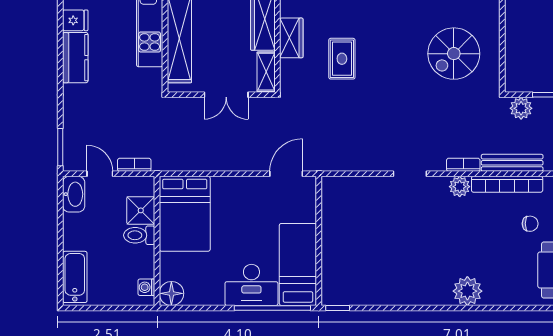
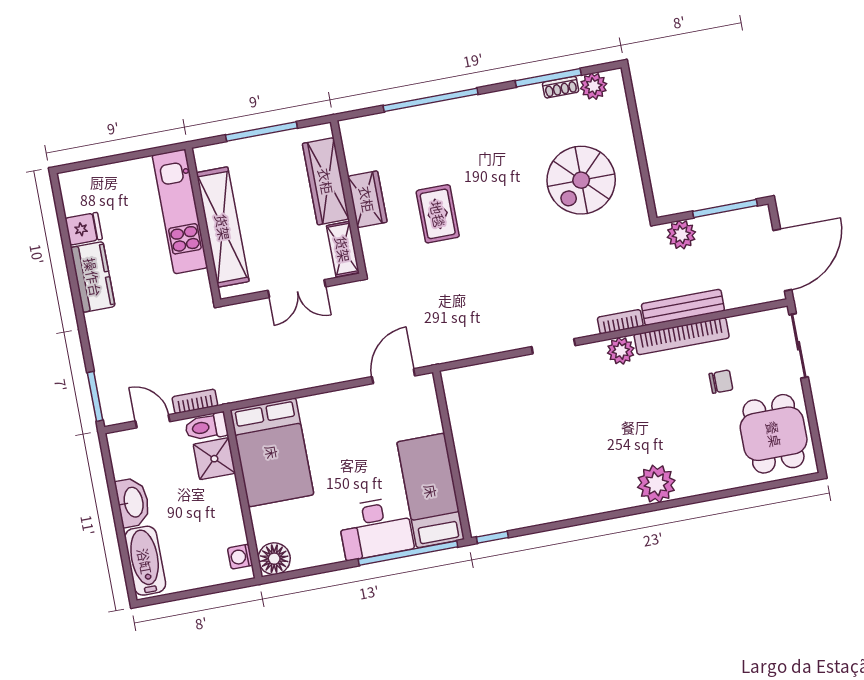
washbasin: (74, 194) -> (133, 502), moved
toilet: (139, 235) -> (206, 427), moved

